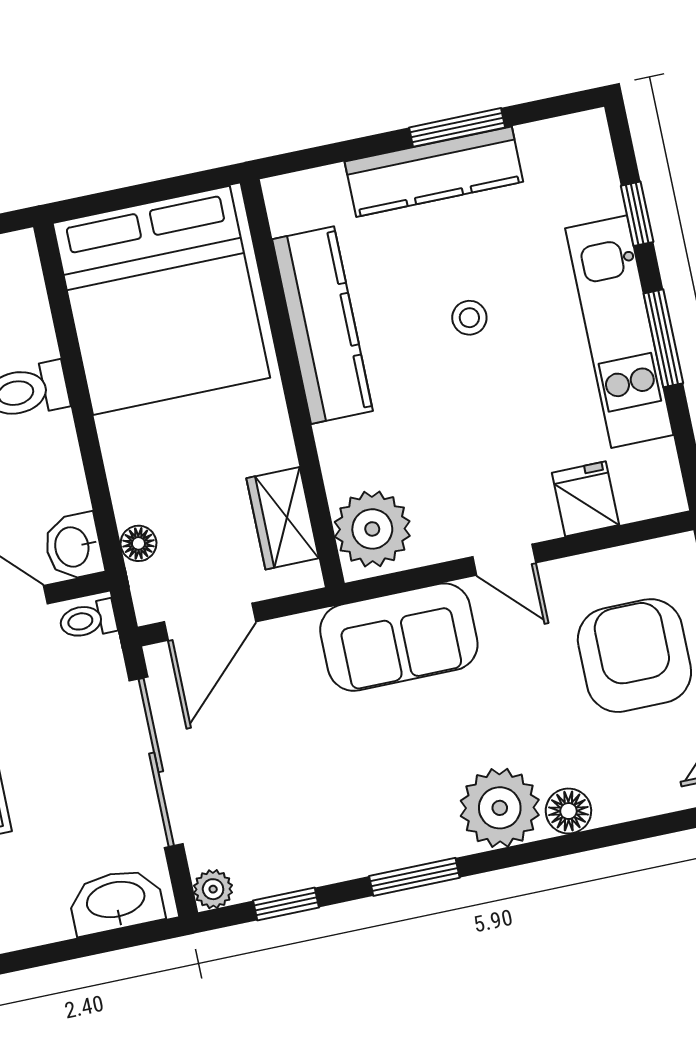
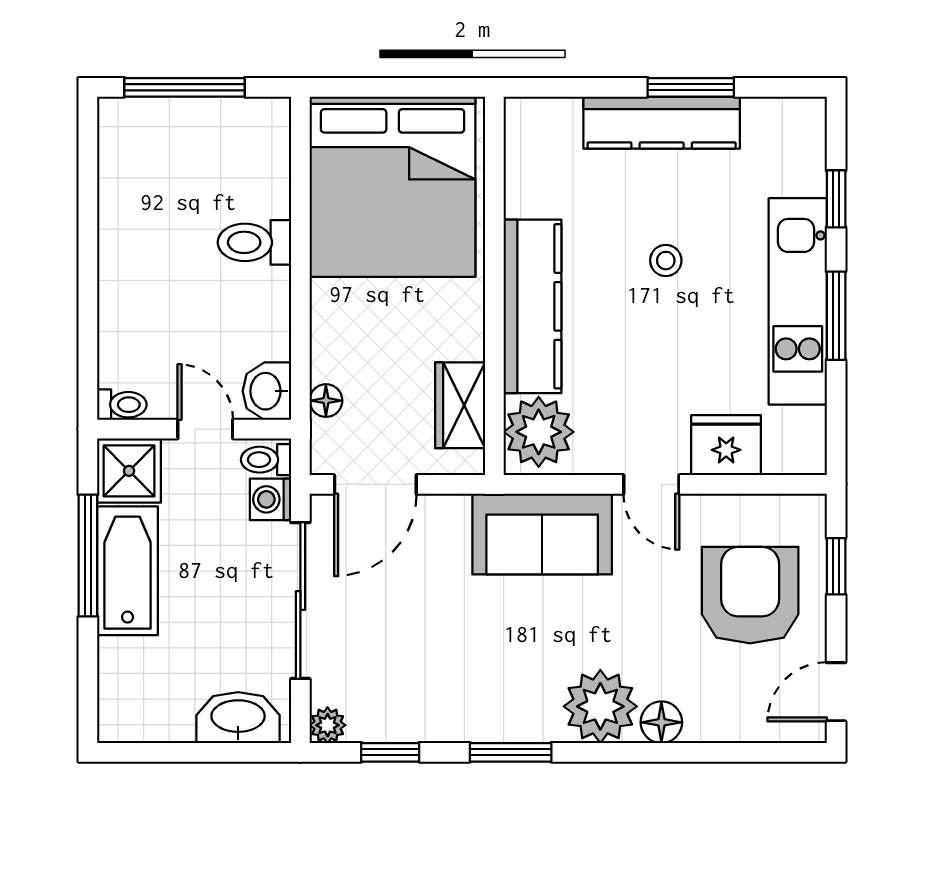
kitchen counter: (322, 325) -> (532, 306), moved
fridge: (585, 499) -> (726, 445), width x1.38
washing machine: (102, 661) -> (271, 499), added

